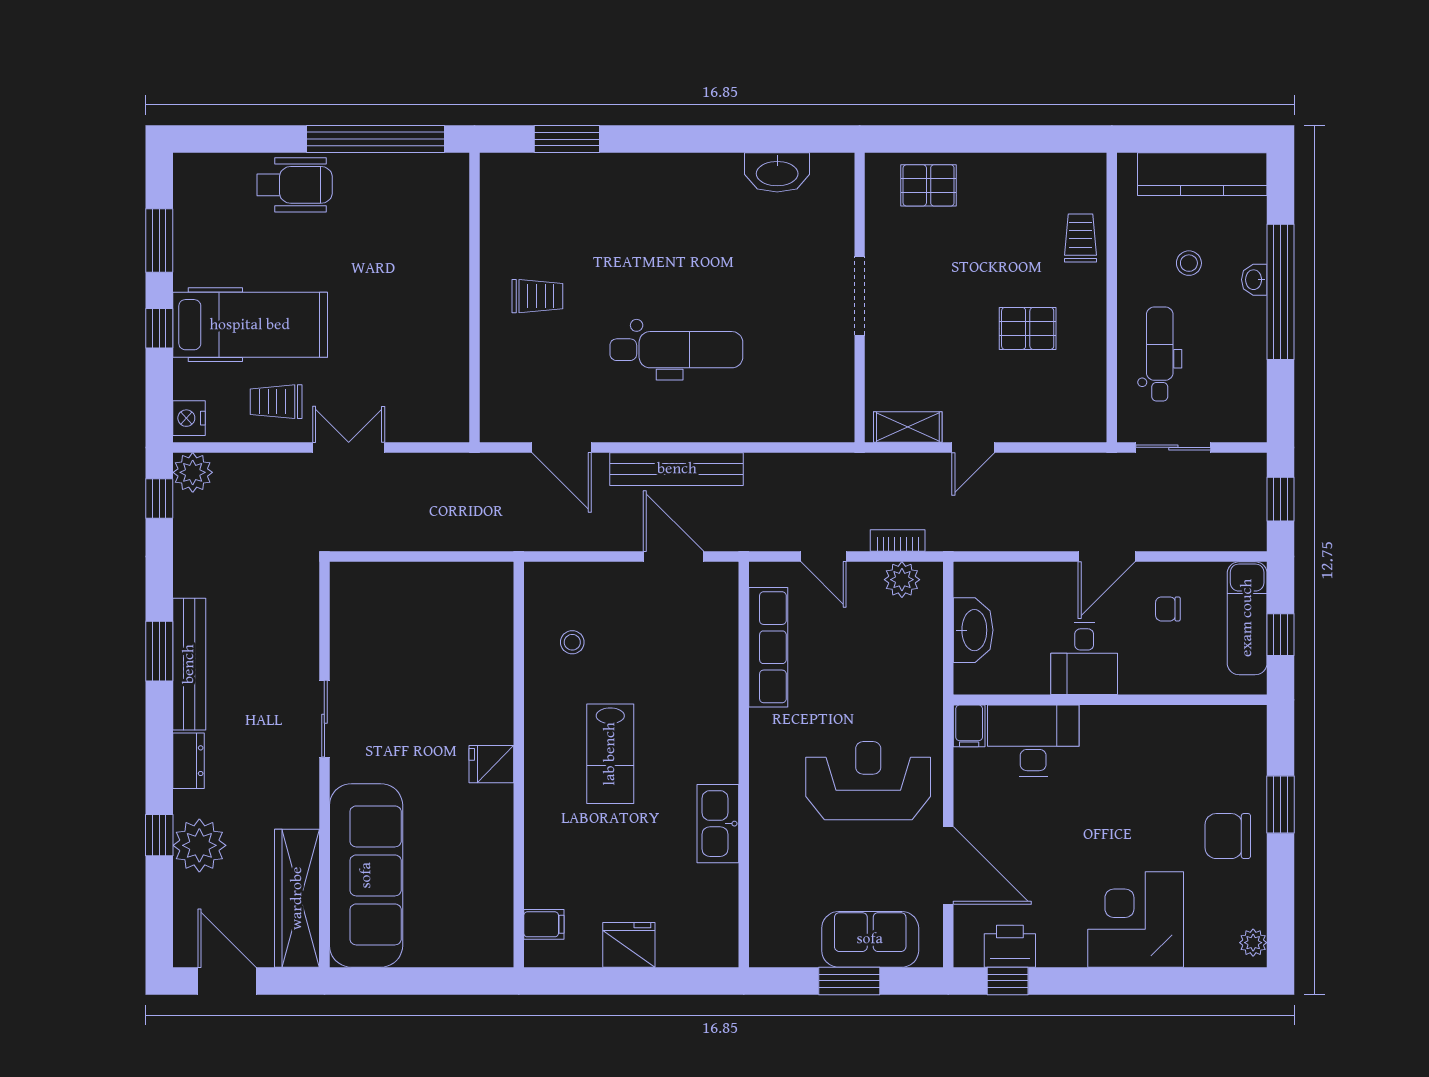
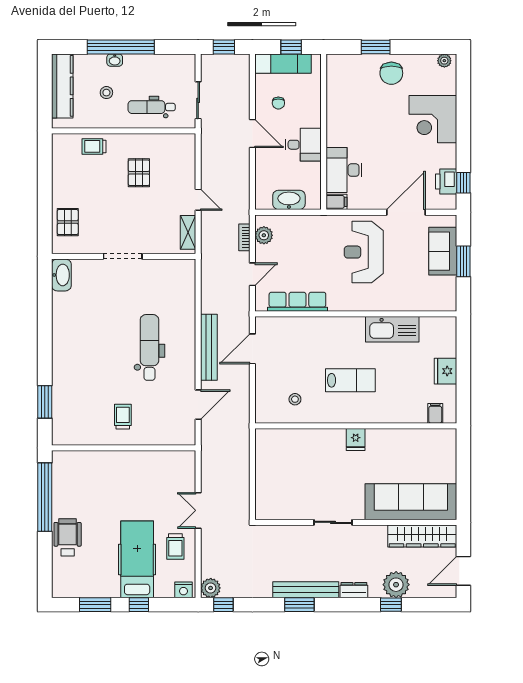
washbasin: (777, 172) -> (61, 275), moved
kitchen sink: (718, 824) -> (392, 329), width x1.36, depth x1.24

